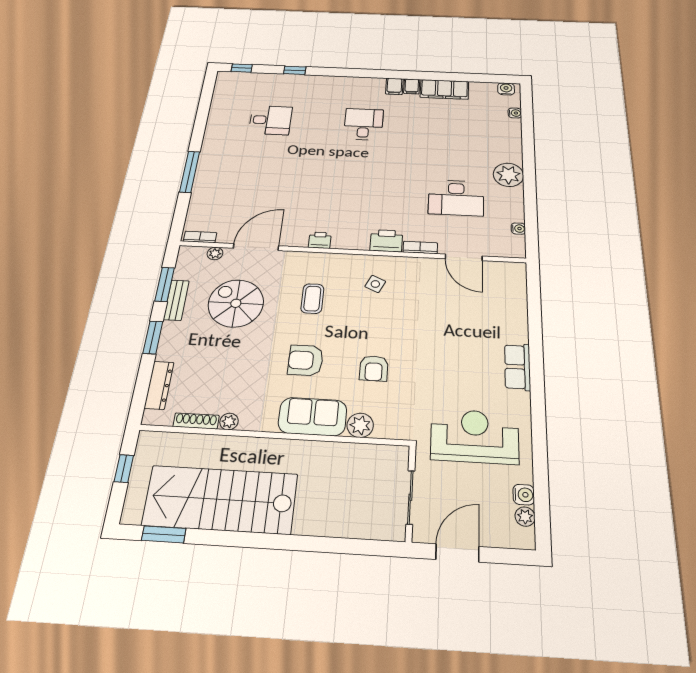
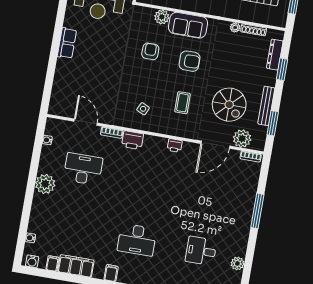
filing cabinet: (412, 86) -> (52, 263), moved
plant: (218, 111) -> (237, 263), added
desk: (363, 124) -> (137, 240), width x1.37
plant: (215, 253) -> (242, 139), width x1.87, depth x1.87
bench: (176, 300) -> (266, 106), width x1.36
window: (153, 337) -> (282, 69), moved

